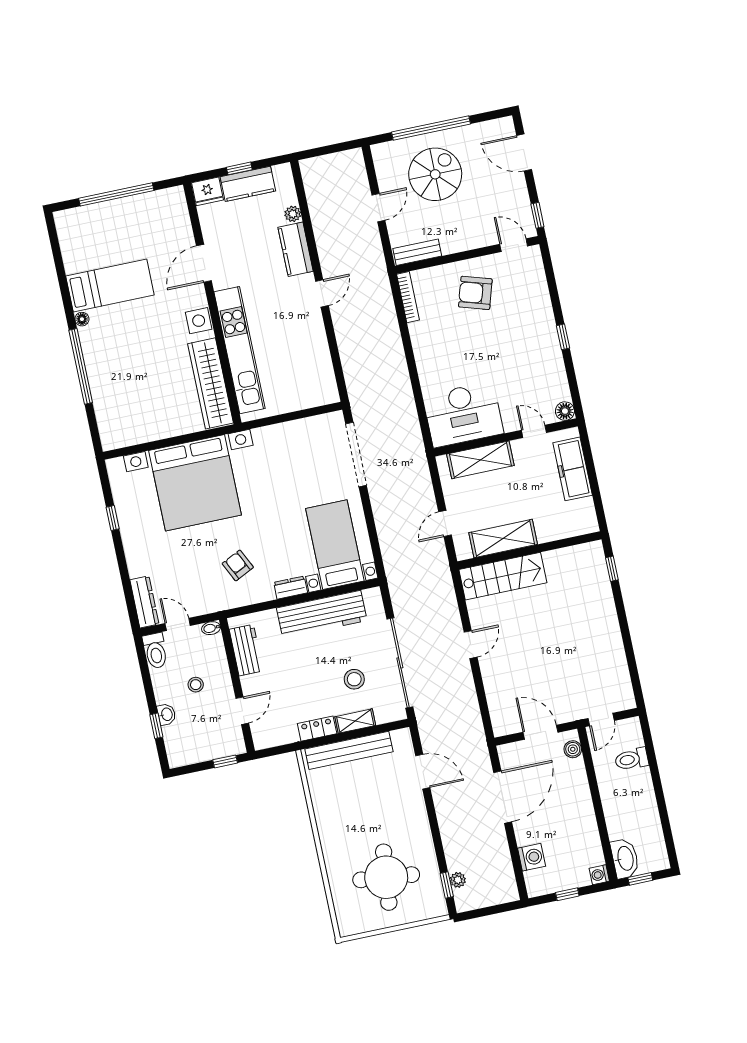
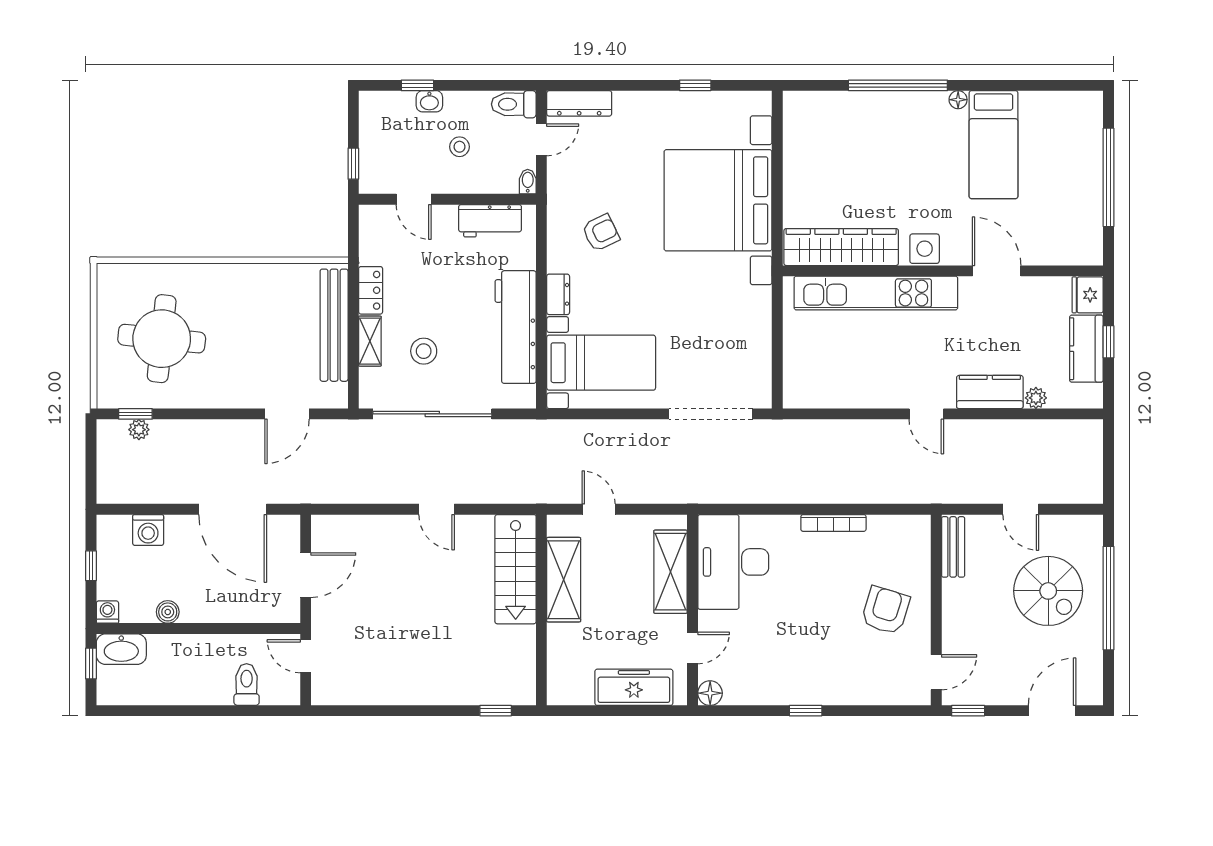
bookcase: (408, 297) -> (833, 523), moved
boiler: (573, 749) -> (168, 612), moved

